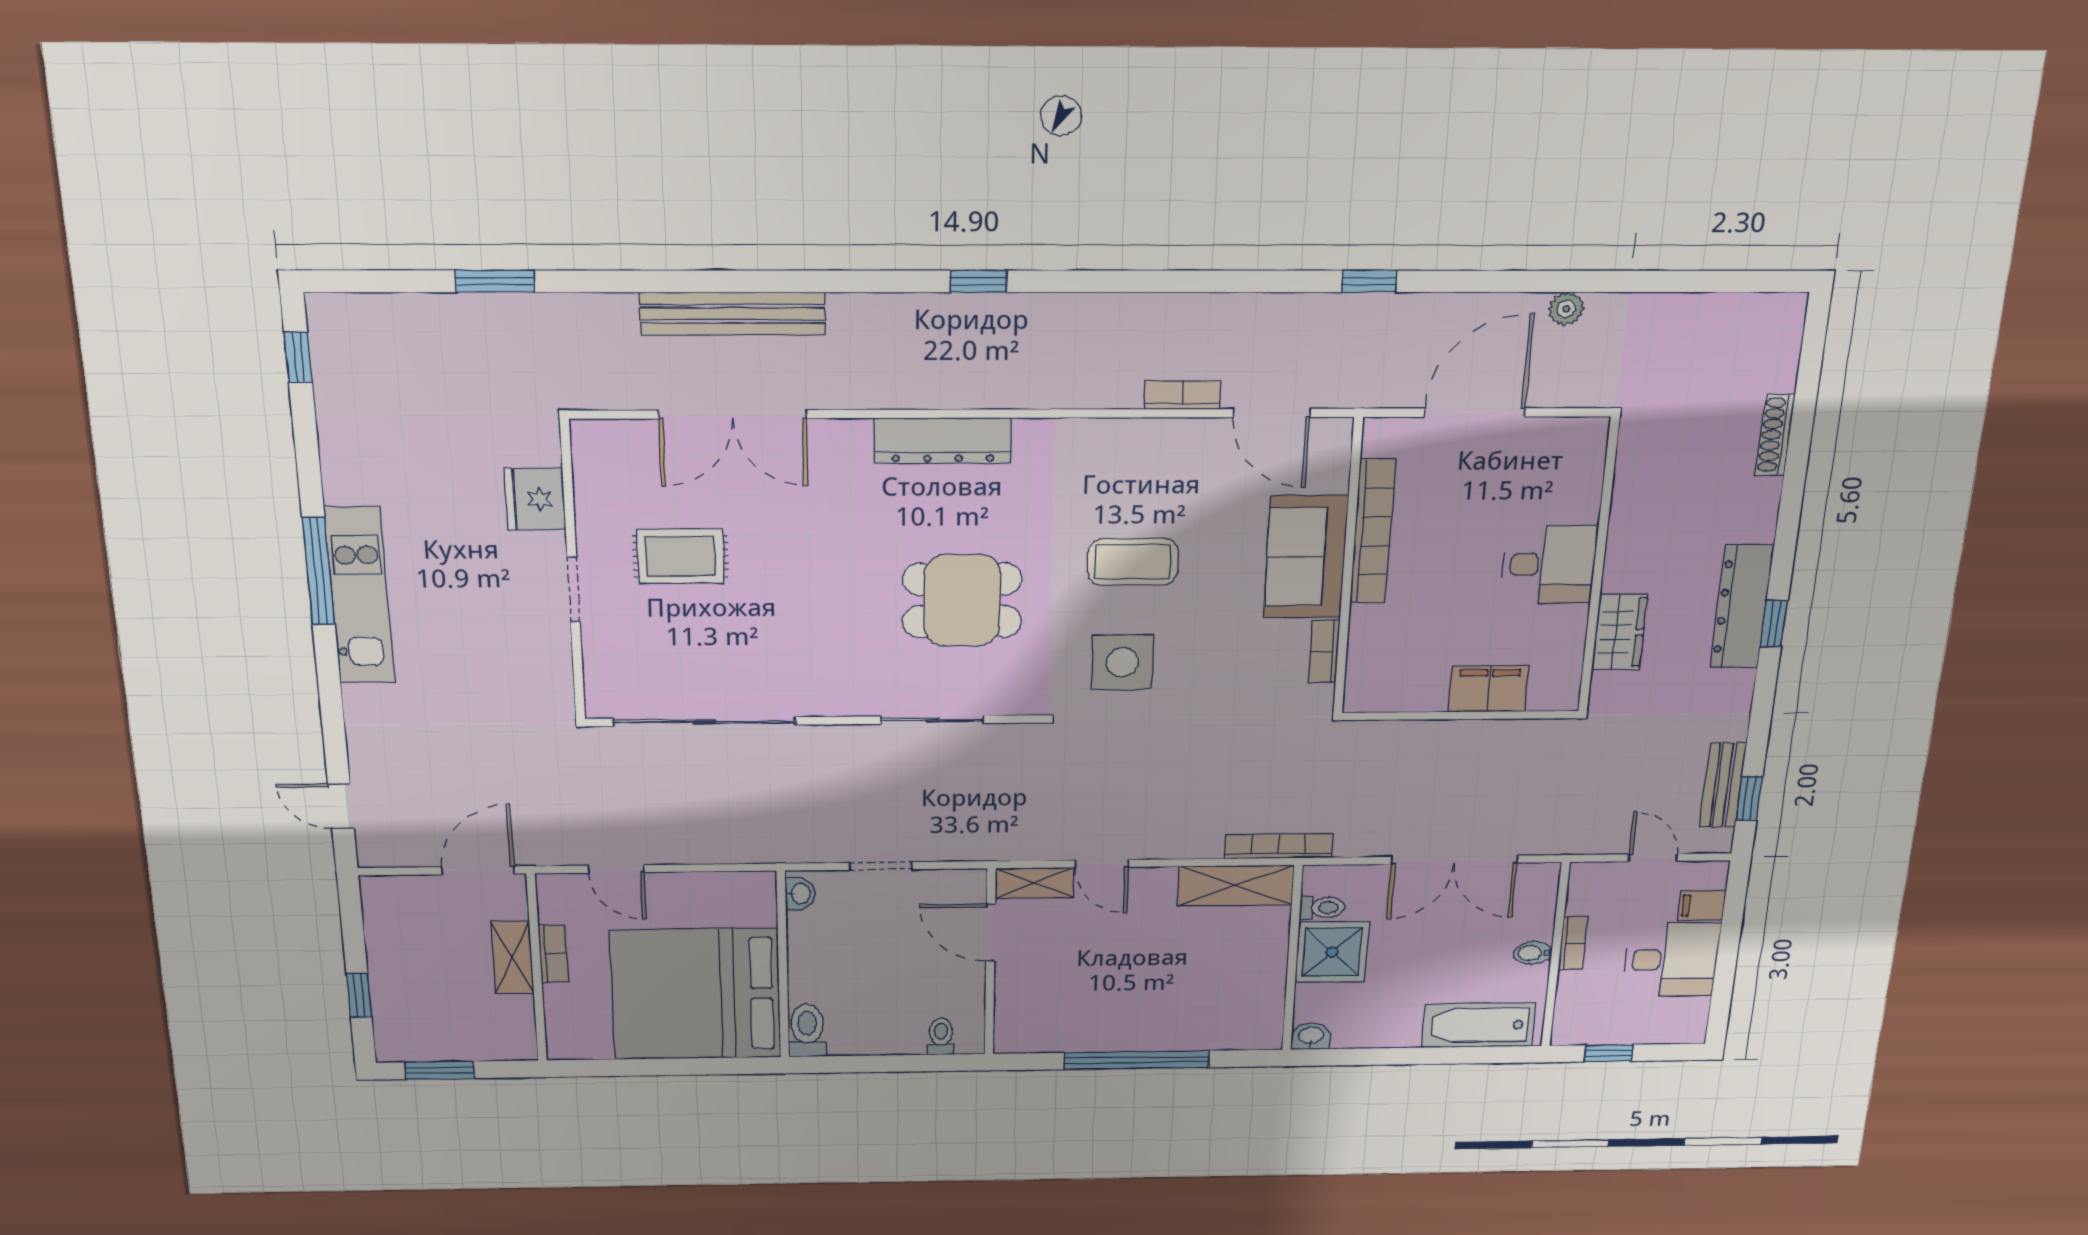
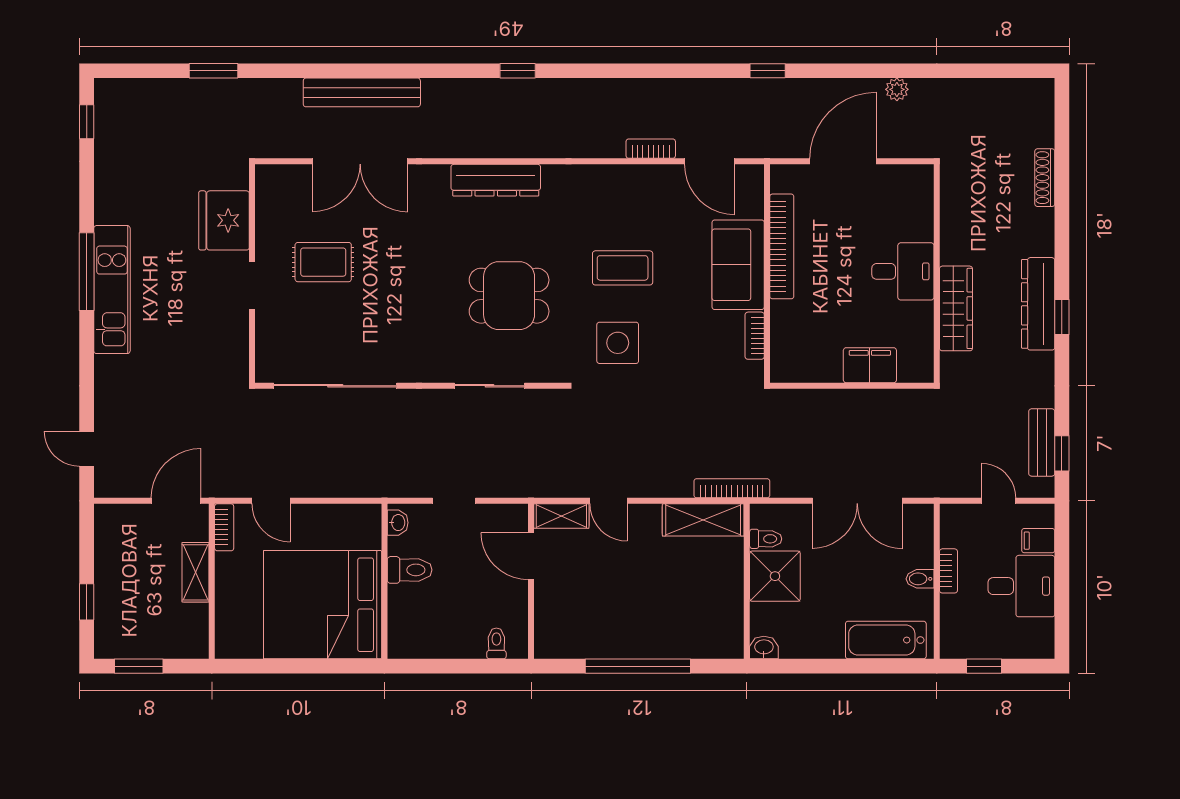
fridge: (535, 499) -> (224, 220), width x1.36, depth x1.34
wardrobe: (1619, 632) -> (956, 308), width x1.50
bookcase: (553, 954) -> (224, 527), moved
toilet: (807, 1030) -> (410, 570), moved, turned 90

